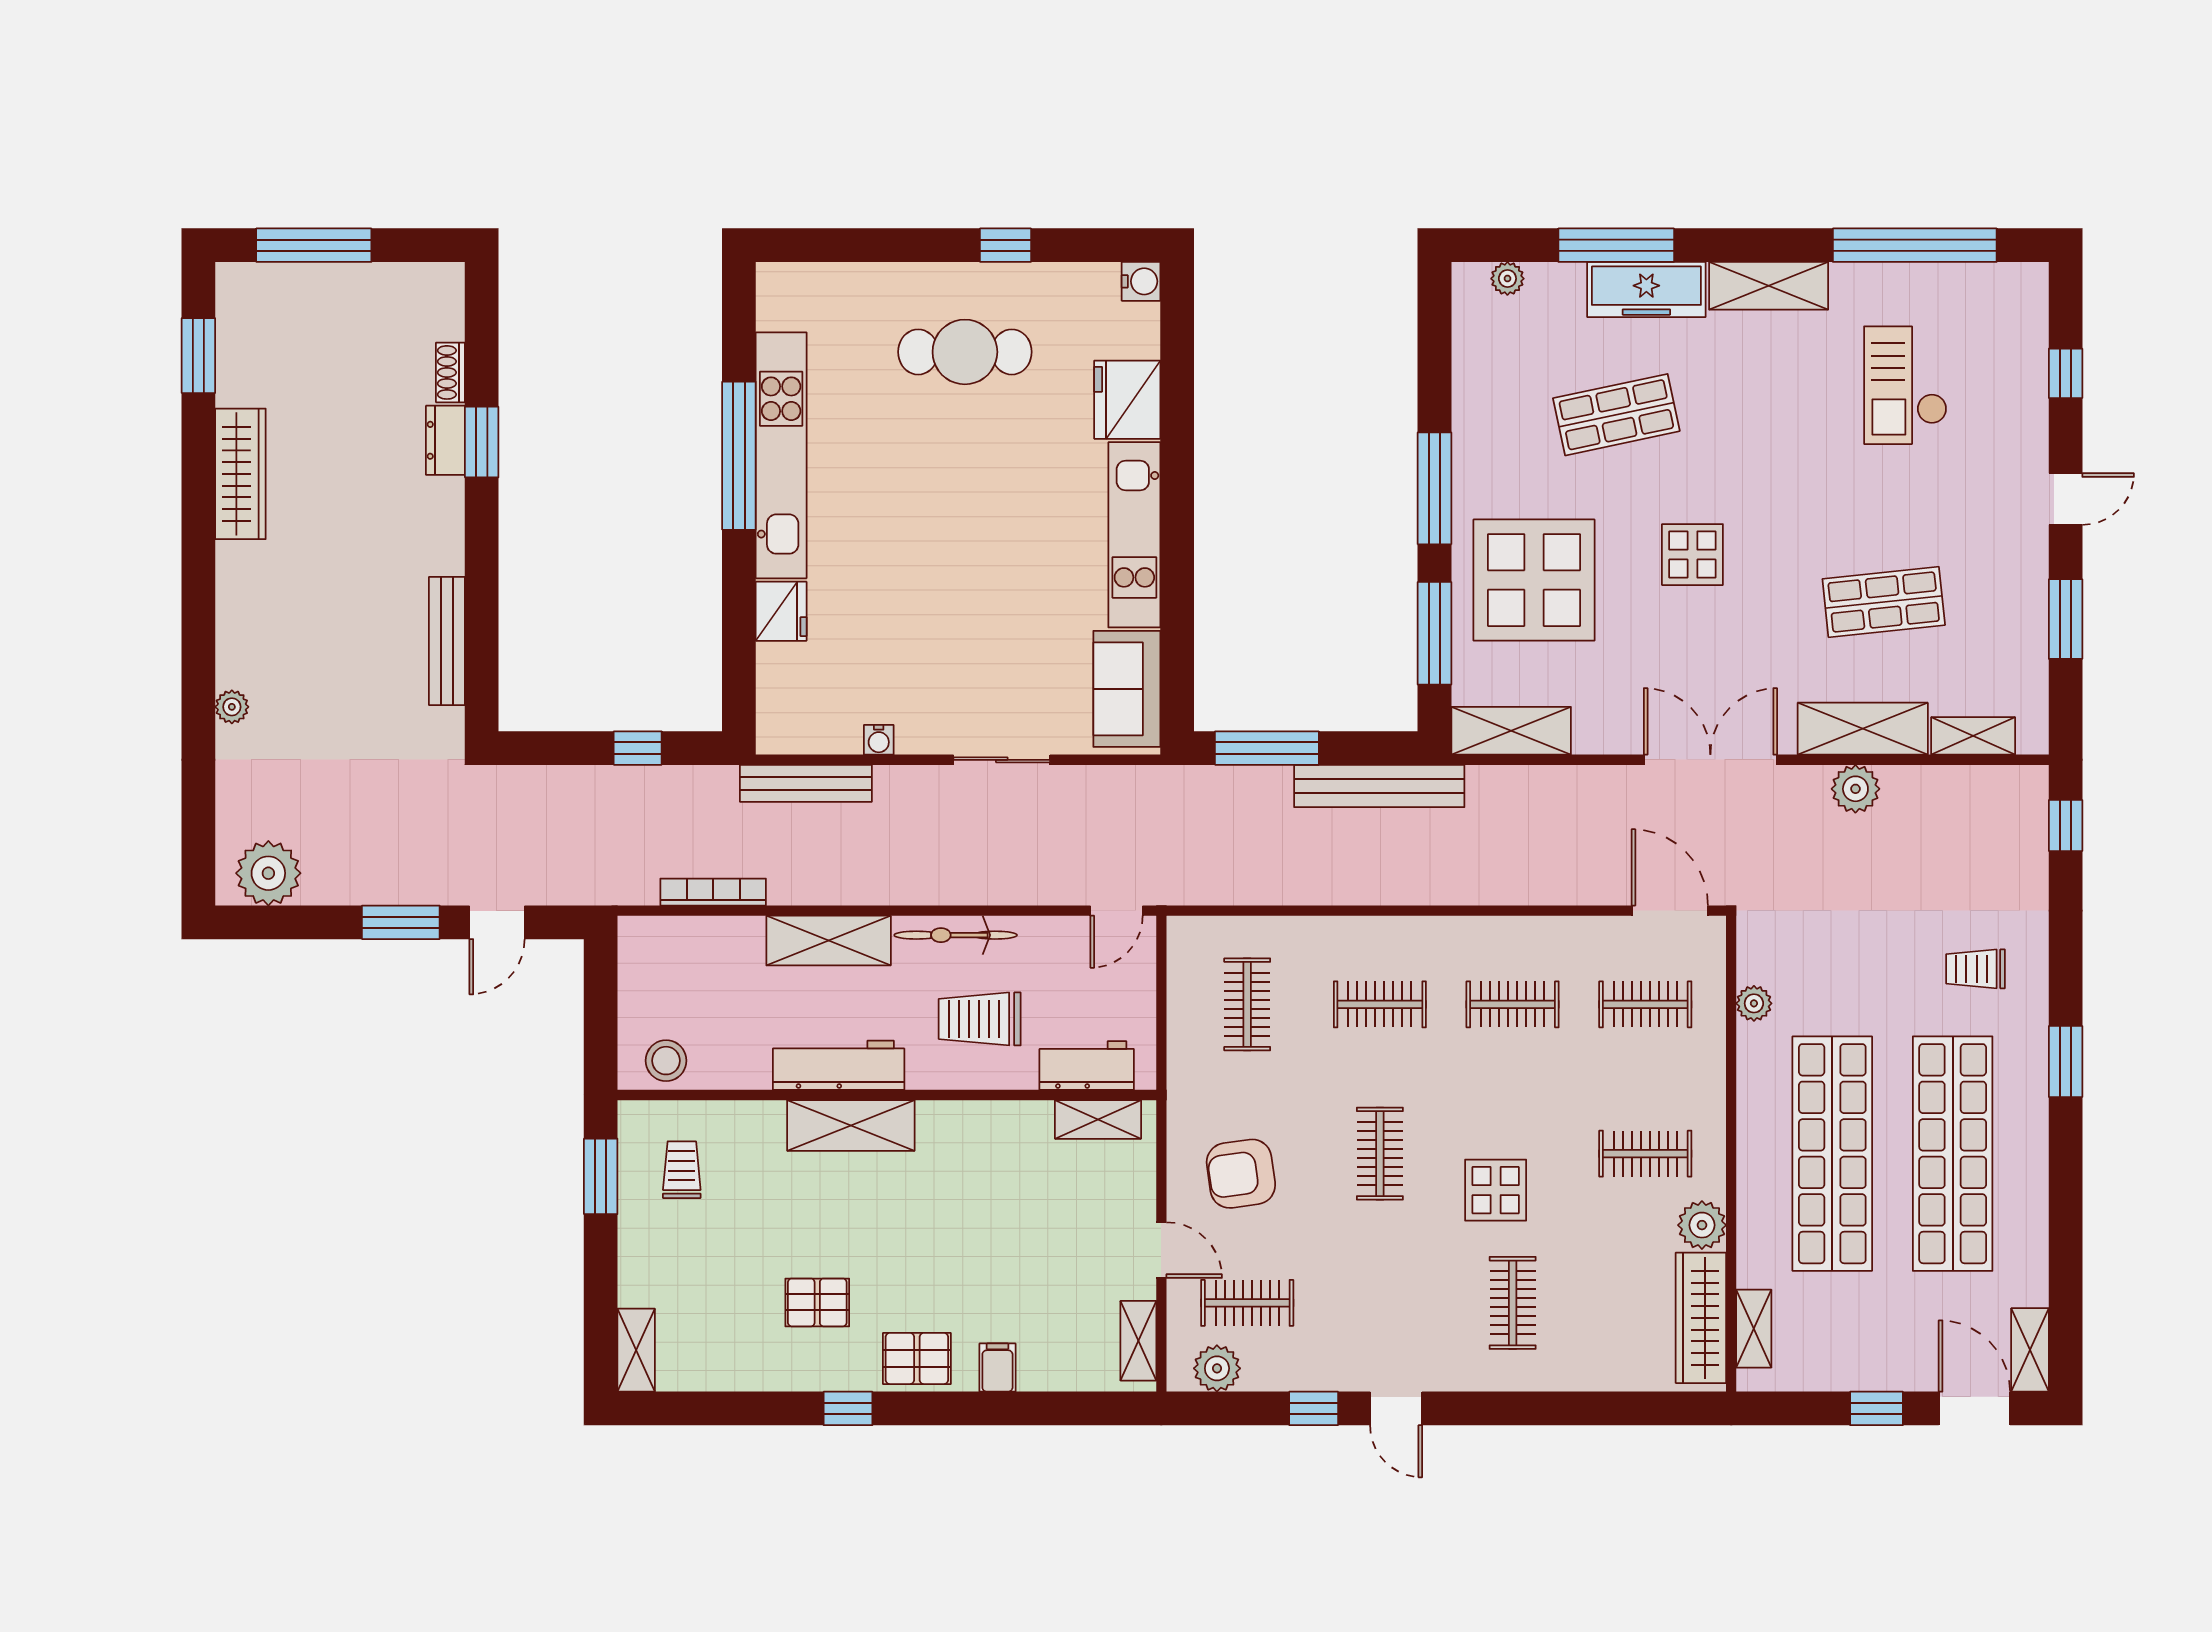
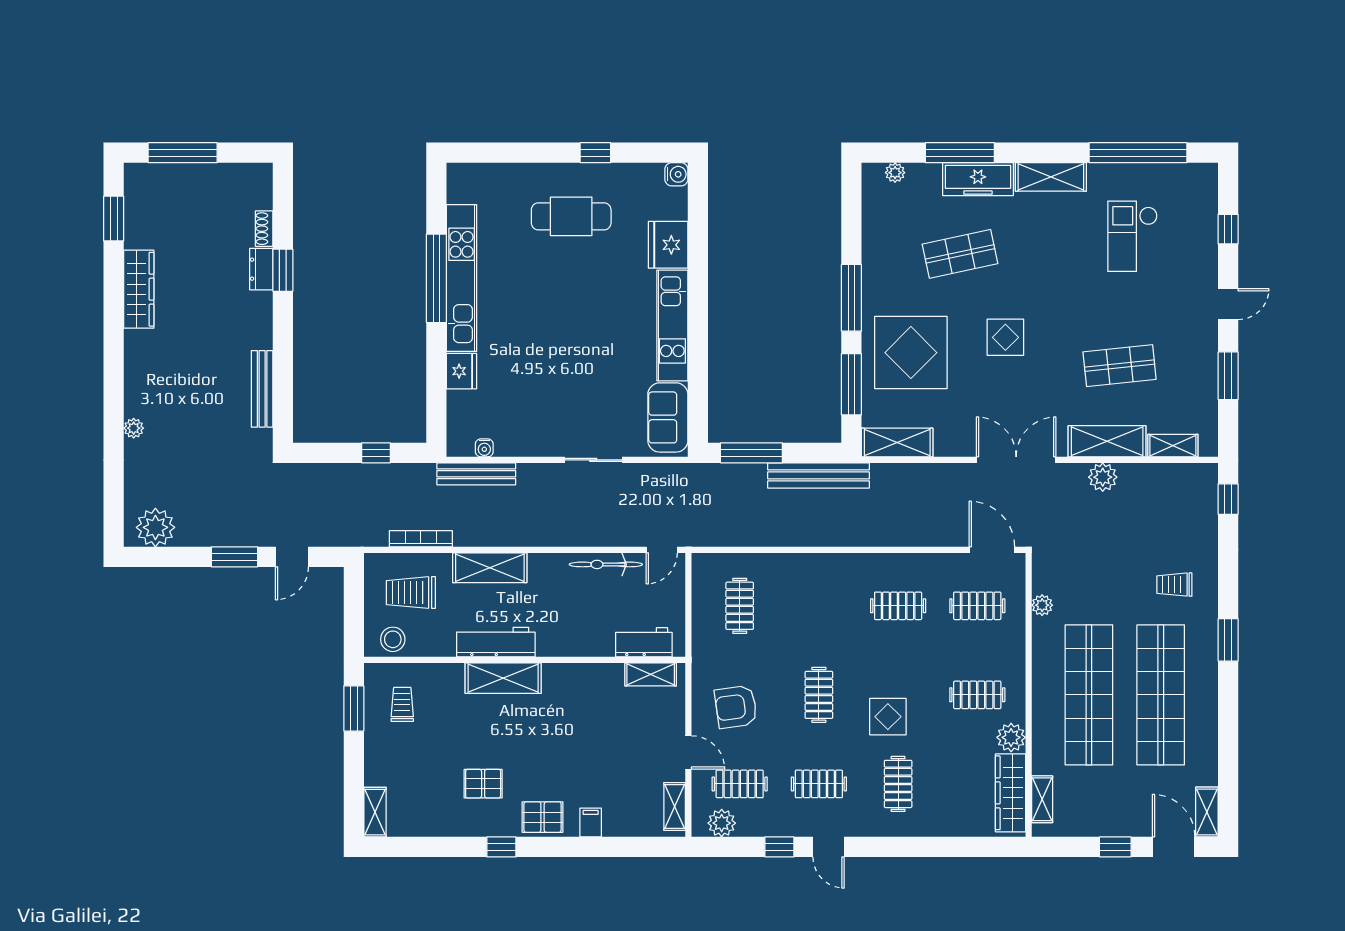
water cooler: (879, 740) -> (484, 448), moved
bicycle: (956, 935) -> (606, 564), moved
clothes rail: (1380, 1004) -> (819, 784), moved
trolley: (980, 1019) -> (411, 593), moved

